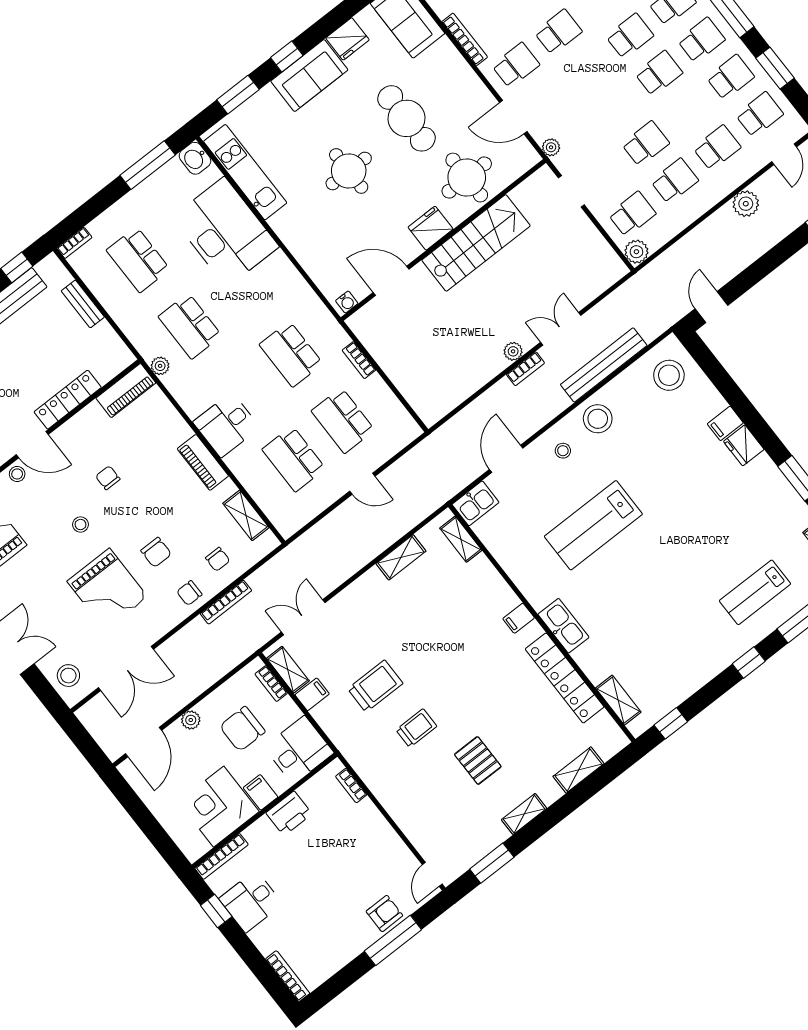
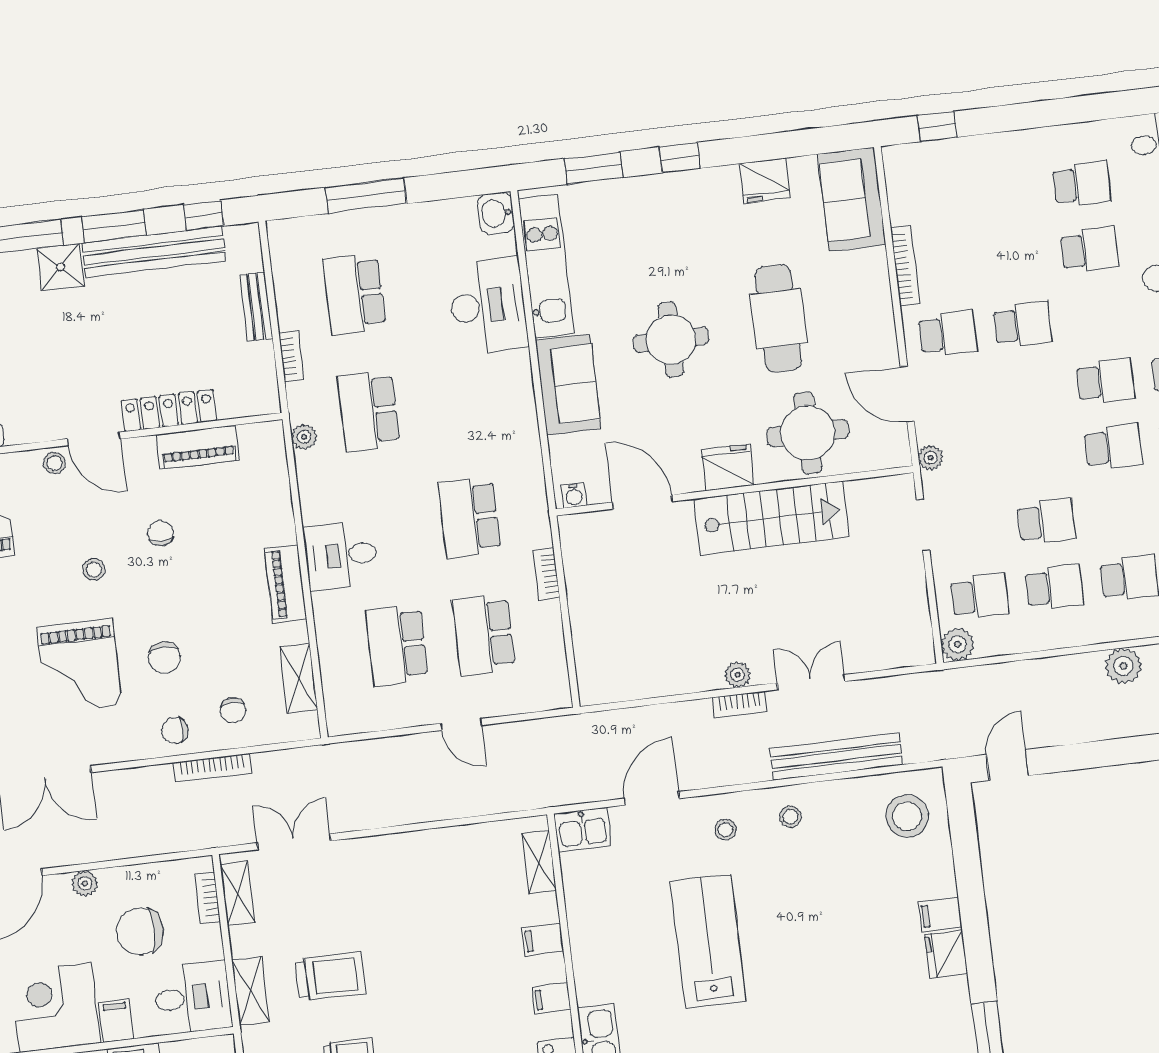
sofa: (309, 75) -> (568, 385), moved, turned -90
window: (148, 165) -> (366, 196), moved
desk: (225, 232) -> (488, 306), width x0.73, depth x0.77
bookcase: (74, 243) -> (291, 356), moved, turned -90
piano: (126, 391) -> (198, 447), moved
stool: (598, 419) -> (790, 817), width x0.53, depth x0.53
lab bench: (593, 525) -> (708, 941), turned 90
shelving: (401, 557) -> (250, 991), moved, turned 90
filing cabinet: (312, 694) -> (543, 940), moved, turned 180

